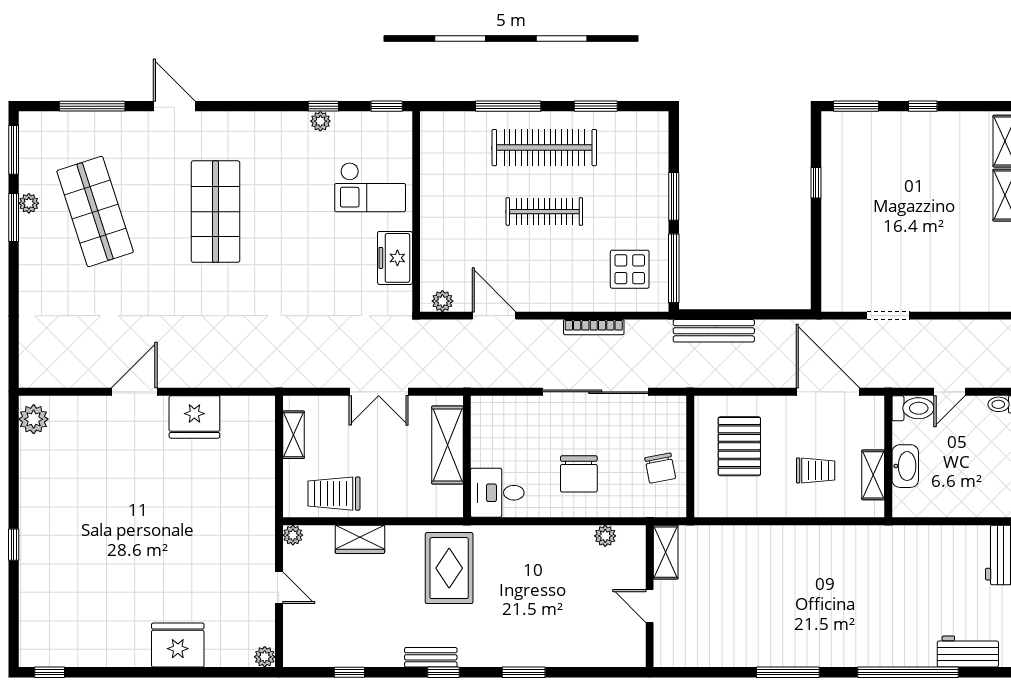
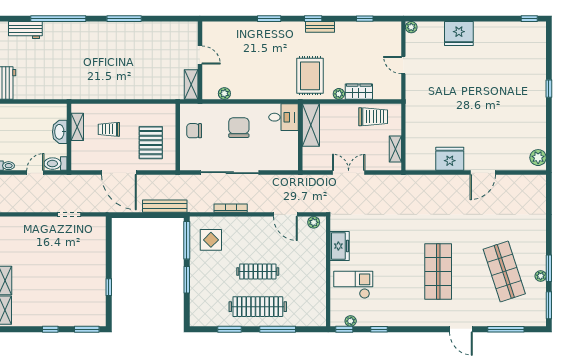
plant: (320, 121) -> (351, 321), moved
door: (828, 392) -> (119, 173), moved
shelving: (447, 445) -> (311, 125), moved
chair: (660, 468) -> (194, 131), turned -79
plant: (293, 535) -> (339, 94), moved

